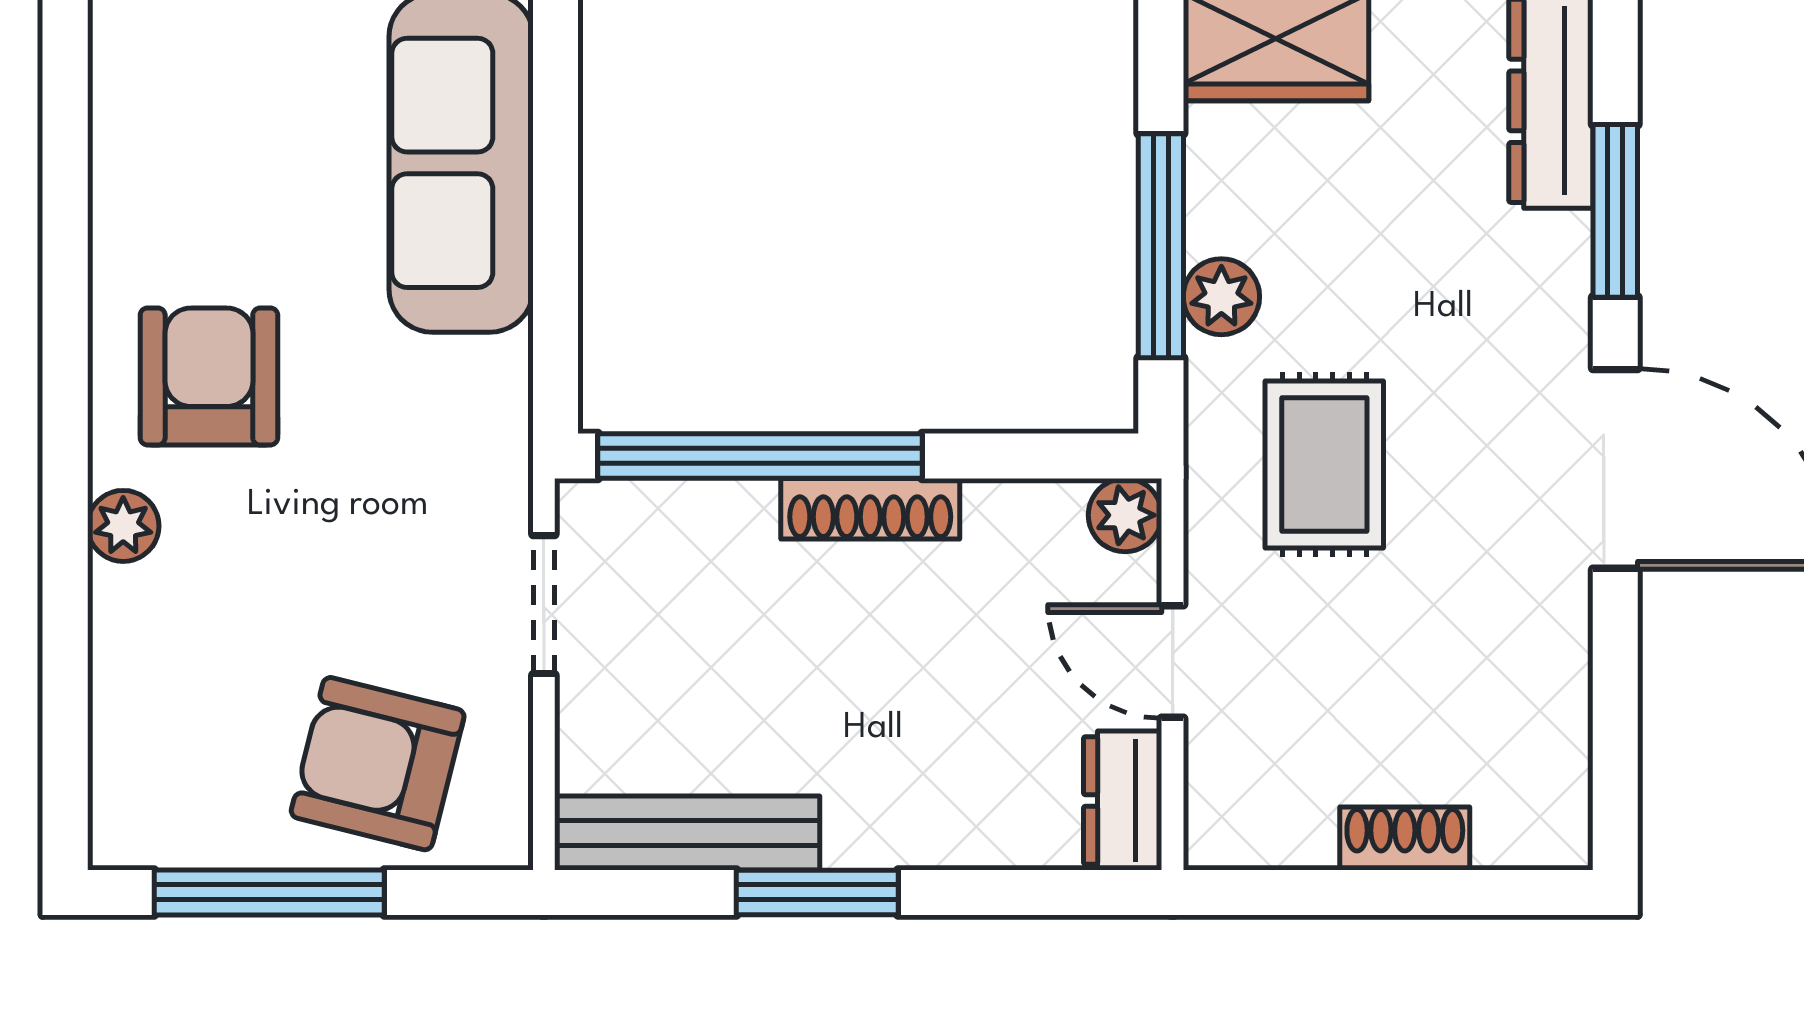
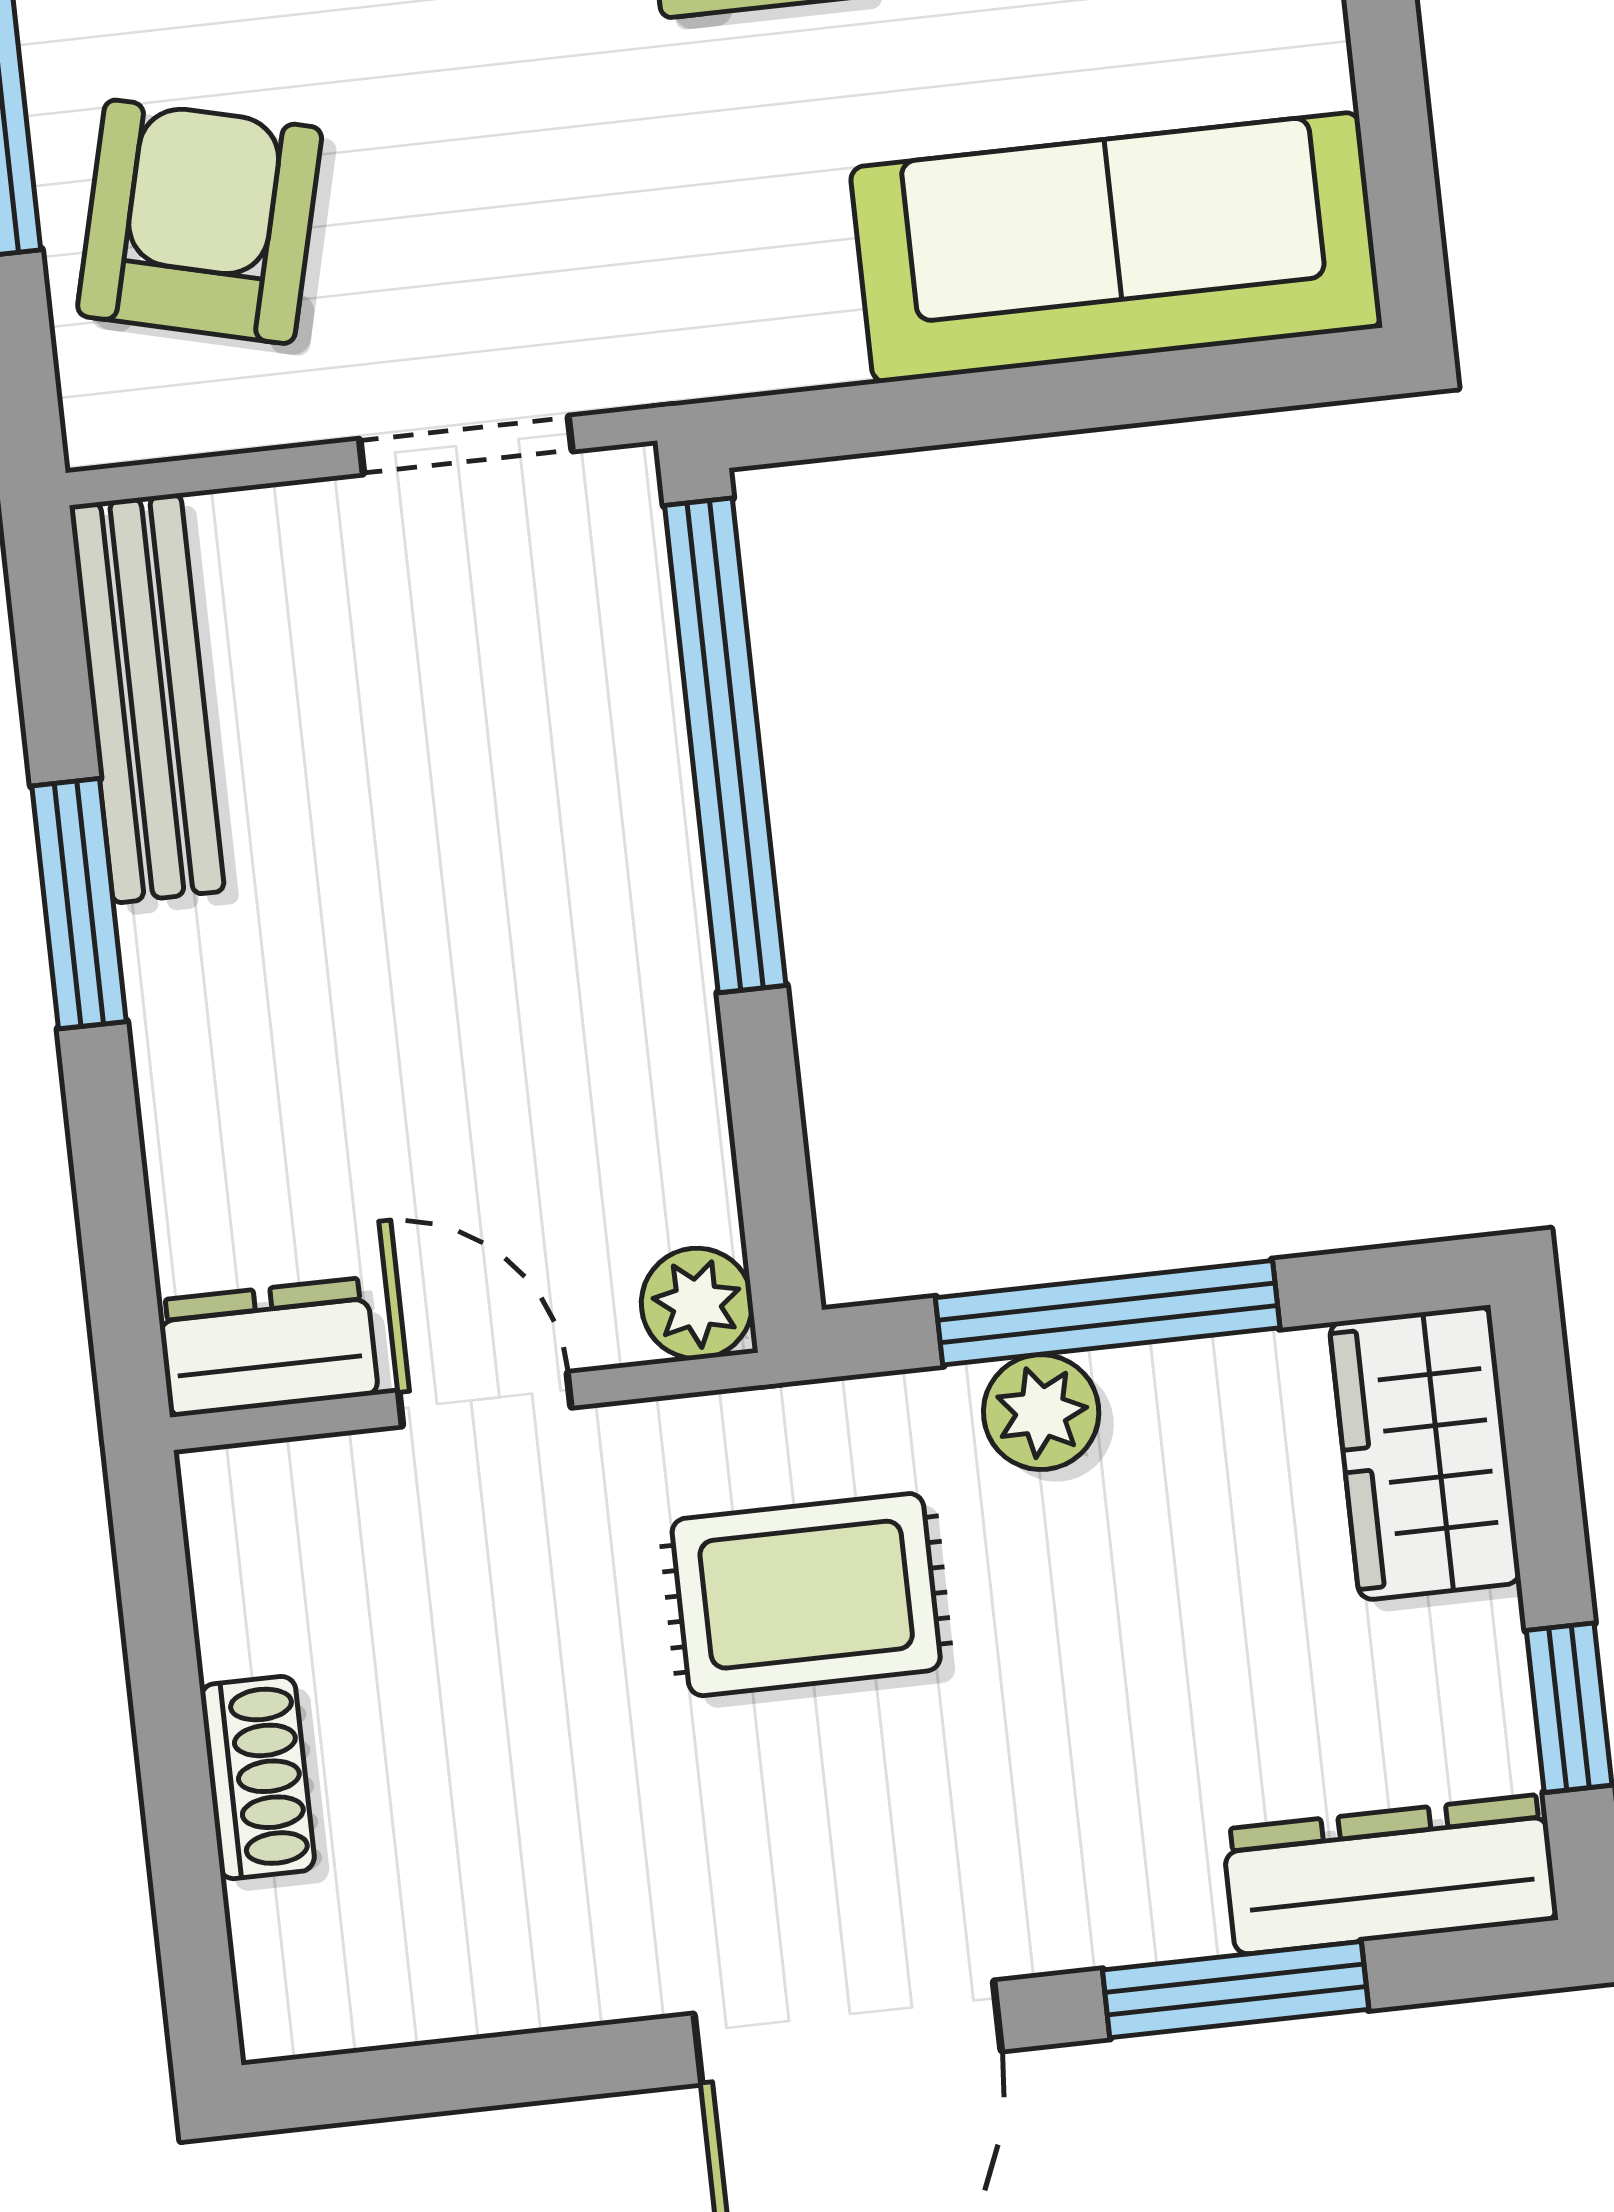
shoe rack: (870, 509) -> (664, 920), removed
door: (1173, 662) -> (485, 1399), hinge flipped

